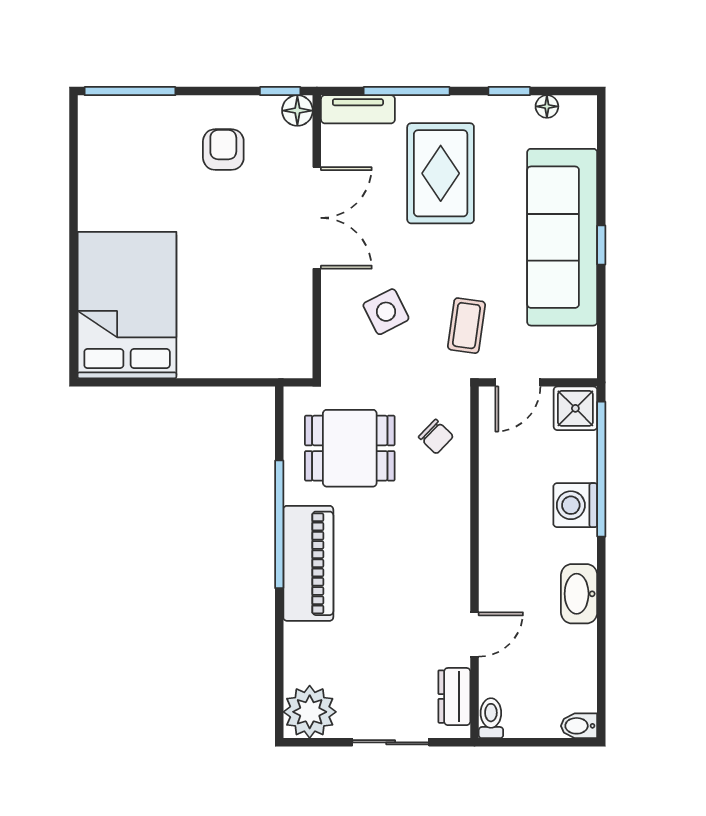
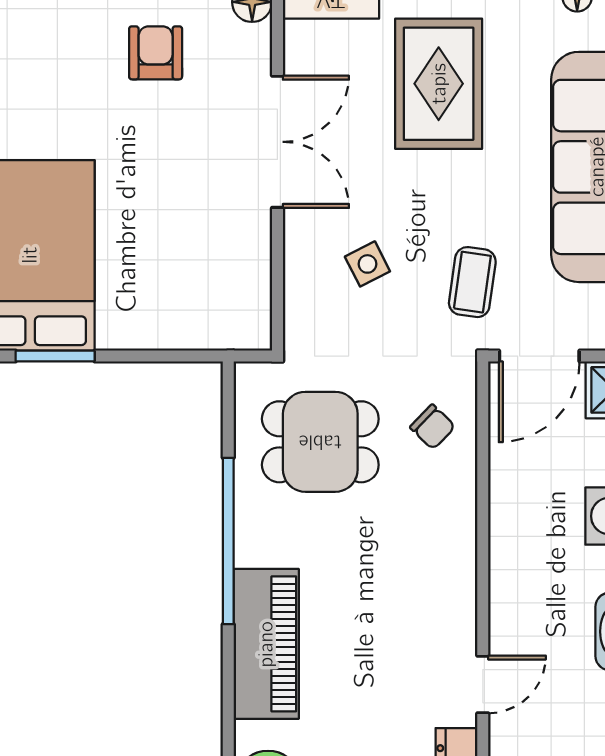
side table: (386, 312) -> (367, 264), width x0.73, depth x0.73
window: (146, 382) -> (55, 356), added
door: (518, 382) -> (539, 356), width x1.38
piano: (308, 563) -> (266, 644), moved

